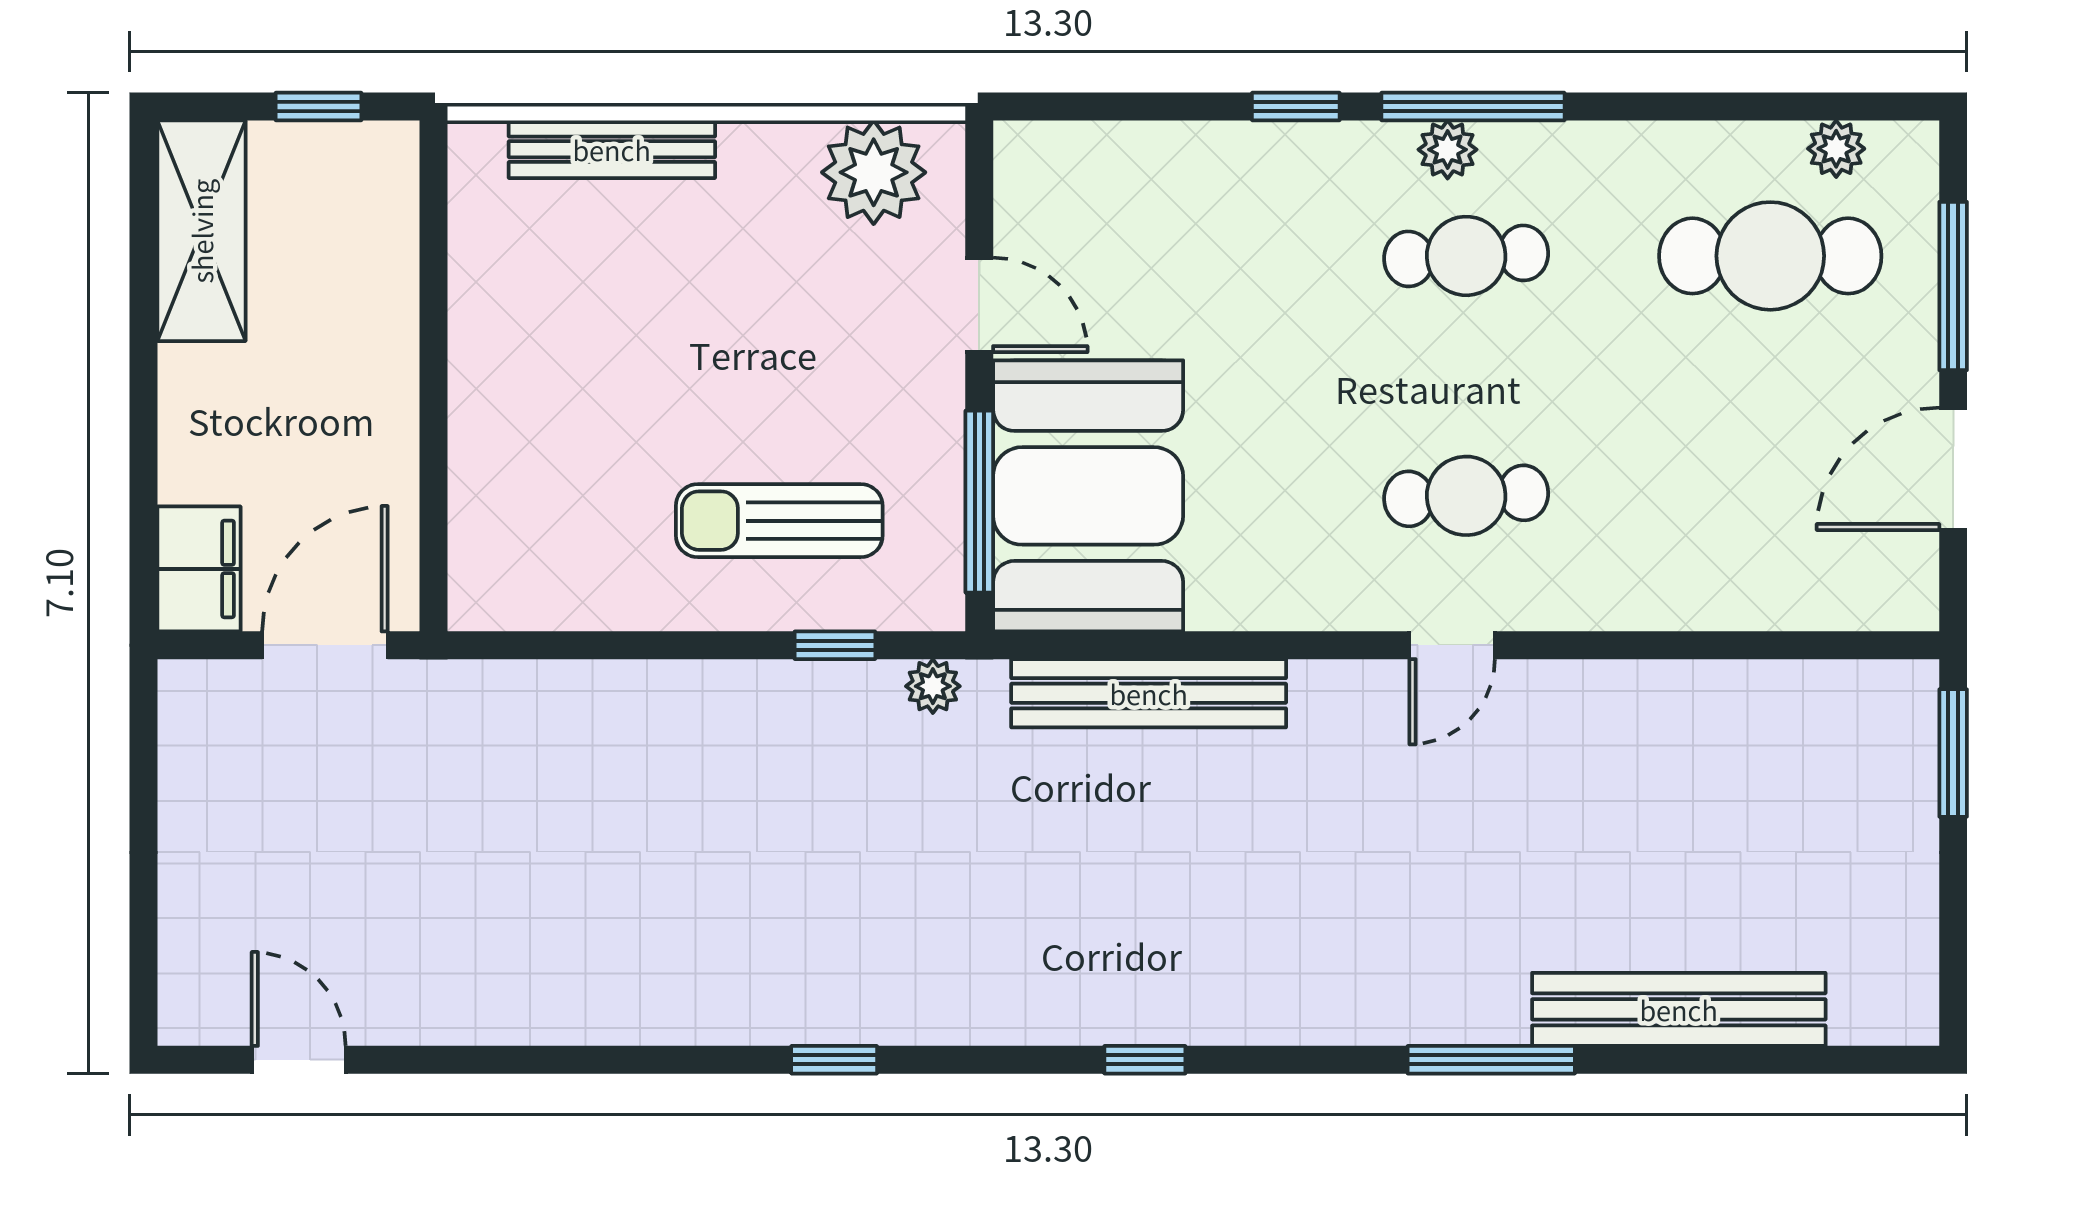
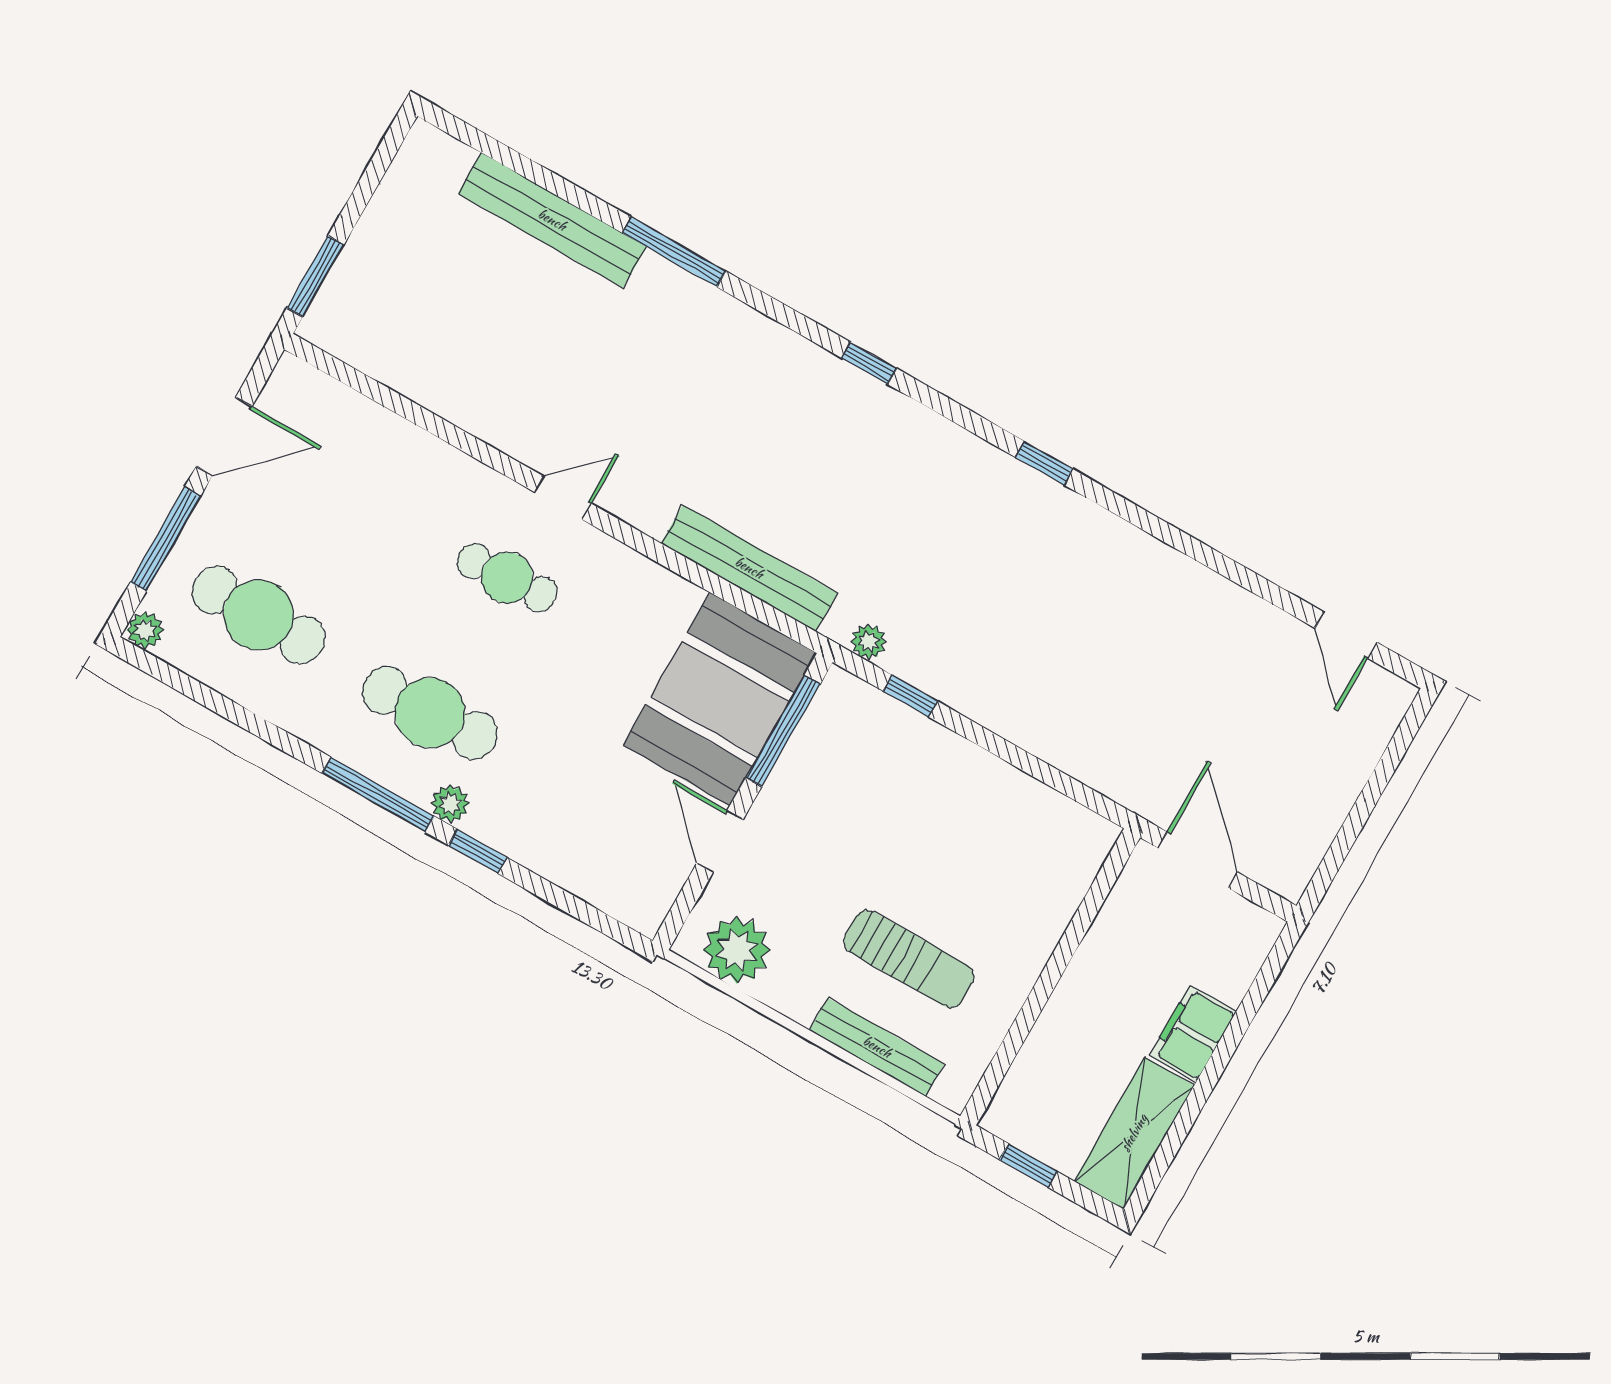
plant: (1836, 149) -> (145, 630), moved
plant: (1448, 150) -> (450, 804), moved
cafe table: (1466, 256) -> (430, 713), width x1.37, depth x1.35
sun lounger: (779, 521) -> (909, 959), moved
filing cabinet: (199, 569) -> (1193, 1034), moved
door: (325, 645) -> (1198, 860), swing flipped

